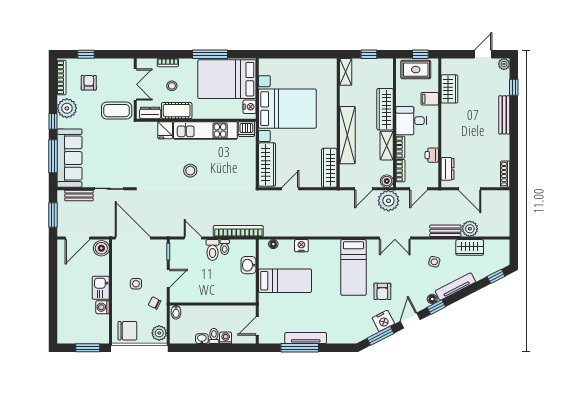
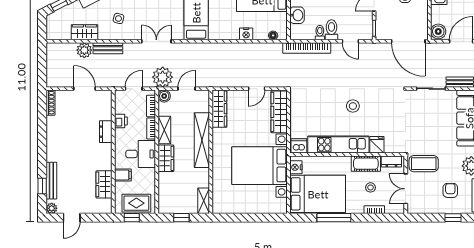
armchair: (89, 83) -> (450, 190), turned 180
wardrobe: (385, 109) -> (166, 158), width x0.67
bench: (504, 115) -> (51, 181), moved
dresser: (448, 169) -> (106, 132), moved

